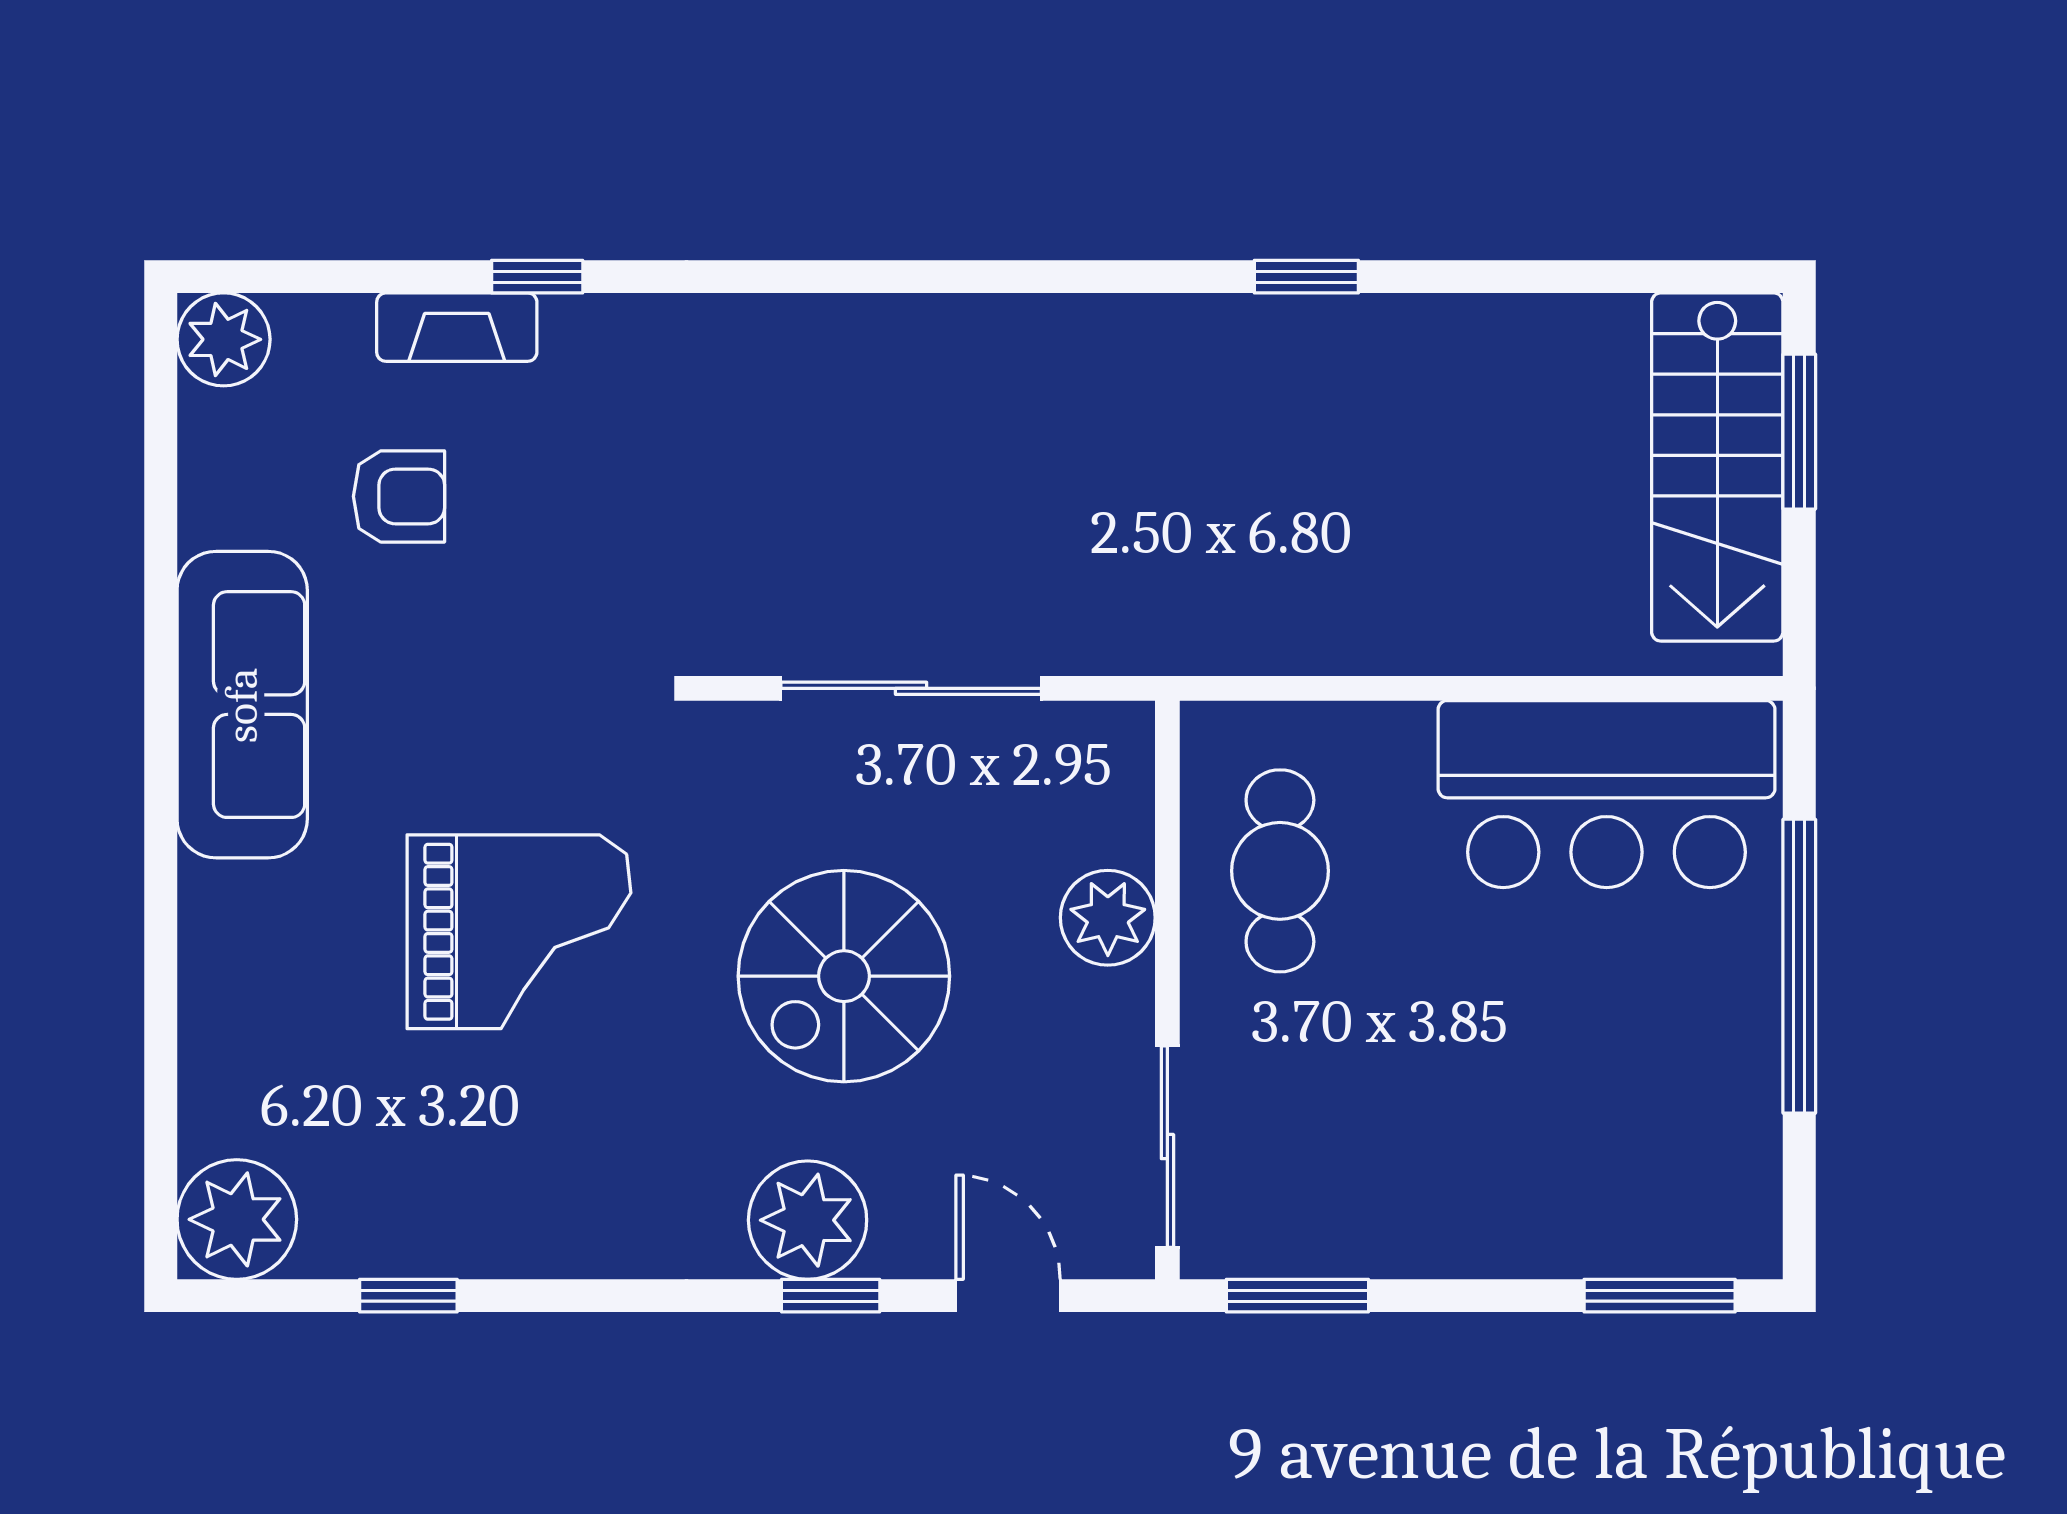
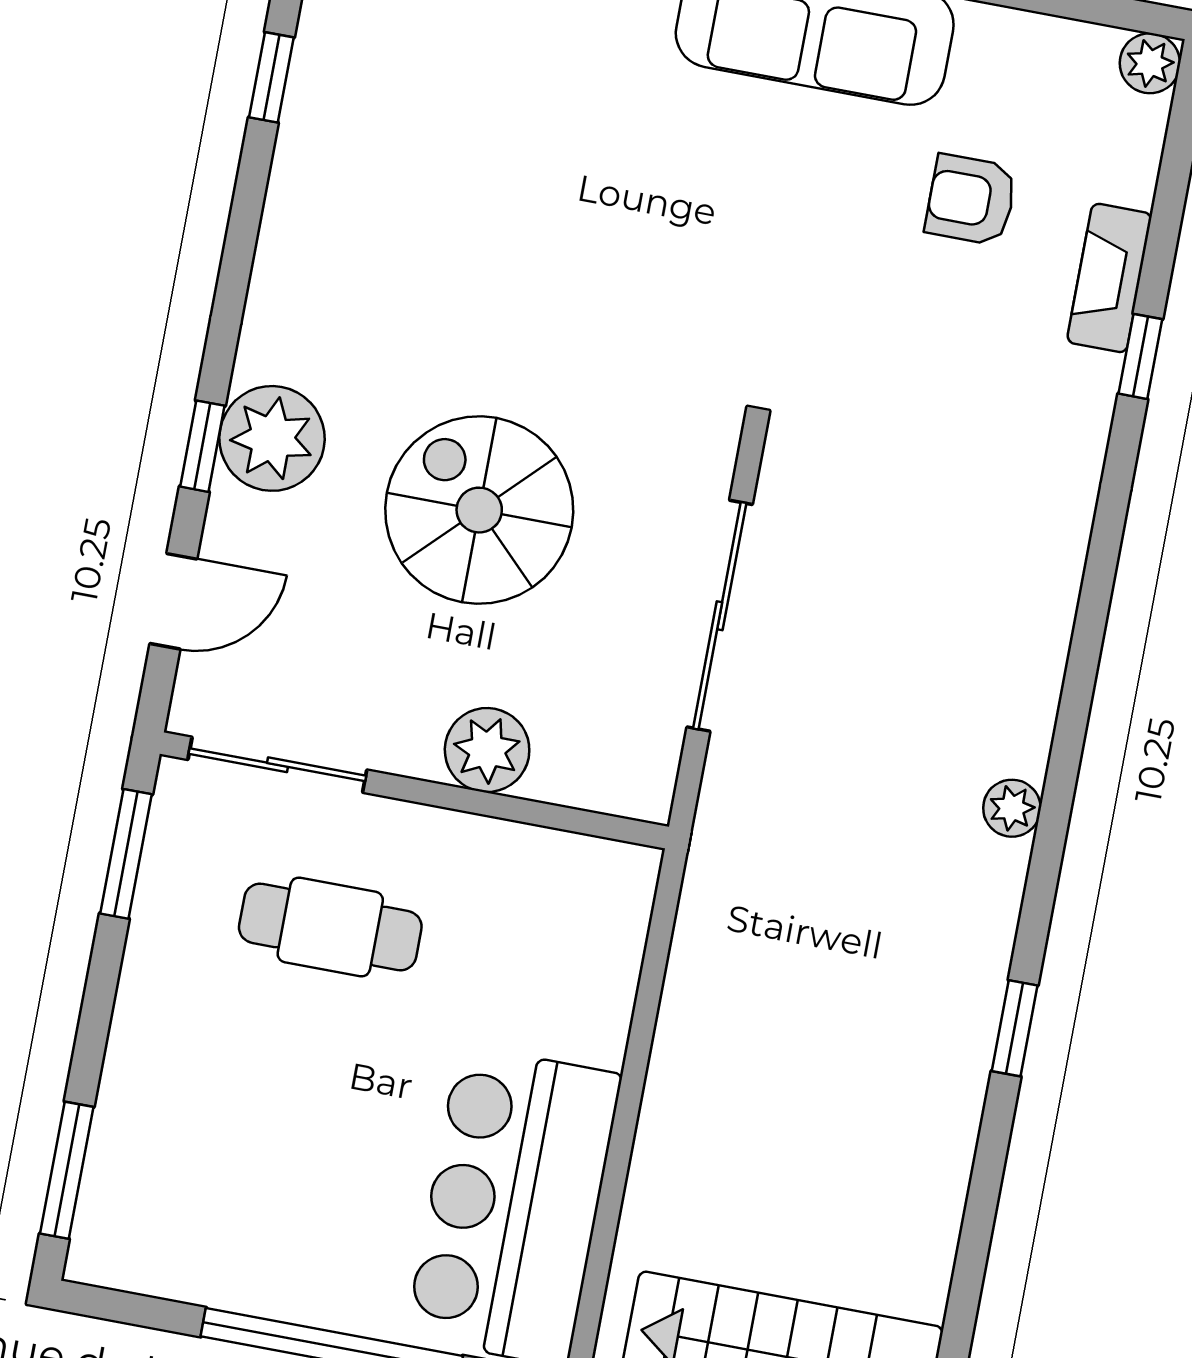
plant: (1063, 325) -> (1012, 808), added
plant: (224, 339) -> (1150, 63), width x0.73, depth x0.73
armchair: (399, 496) -> (971, 200), turned 90
cafe table: (1280, 871) -> (330, 927), moved
grand piano: (519, 932) -> (571, 234), removed

